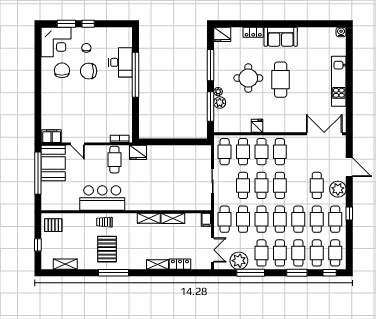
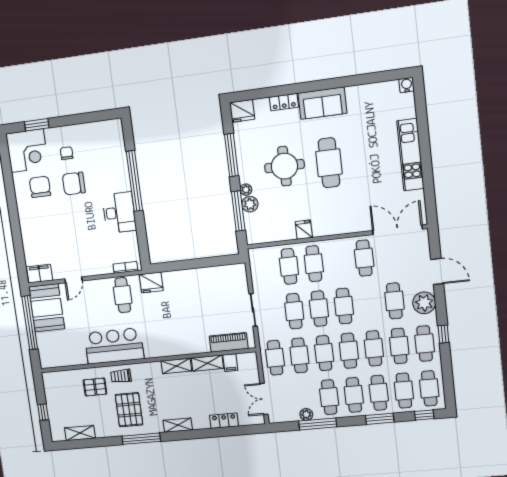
window: (88, 24) -> (64, 121), removed
desk: (120, 62) -> (119, 213), moved
door: (78, 144) -> (73, 280), hinge flipped
cafe table: (225, 152) -> (264, 269), removed
cafe table: (280, 152) -> (364, 258), moved
piano: (191, 204) -> (229, 342), added
filing cabinet: (206, 220) -> (230, 363), moved
pallet: (53, 225) -> (95, 387), moved
double door: (212, 250) -> (264, 399), swing flipped
plant: (239, 261) -> (306, 415), width x0.53, depth x0.53
shelving: (158, 265) -> (178, 425), moved

